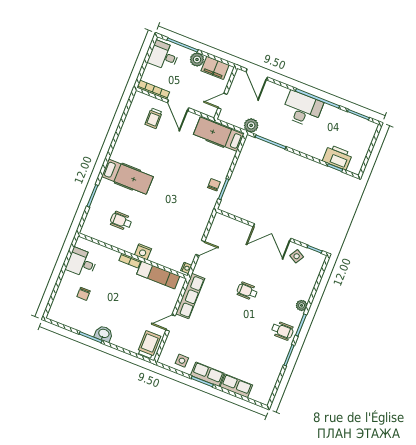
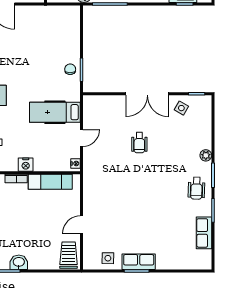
hospital bed: (219, 134) -> (55, 112), moved
wheelchair: (247, 291) -> (139, 143), moved, turned -90
row of seats: (190, 296) -> (91, 190), removed
wheelchair: (282, 331) -> (197, 188), turned 92
row of seats: (236, 386) -> (204, 233), moved, turned -90

